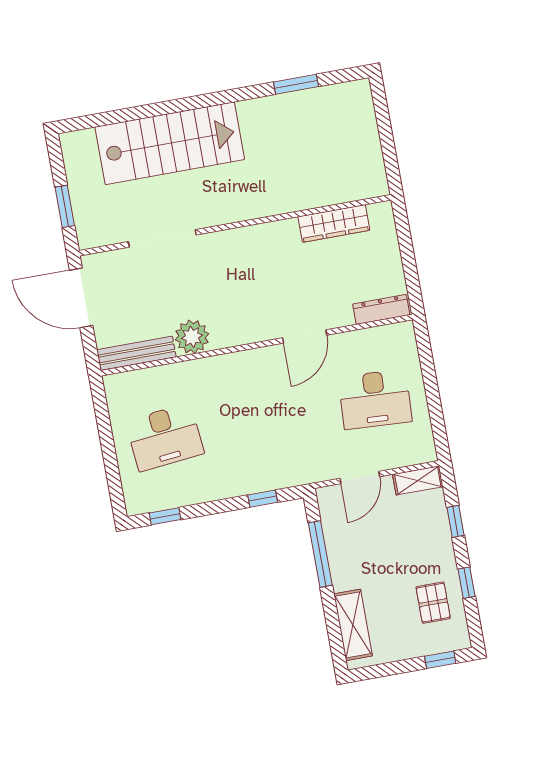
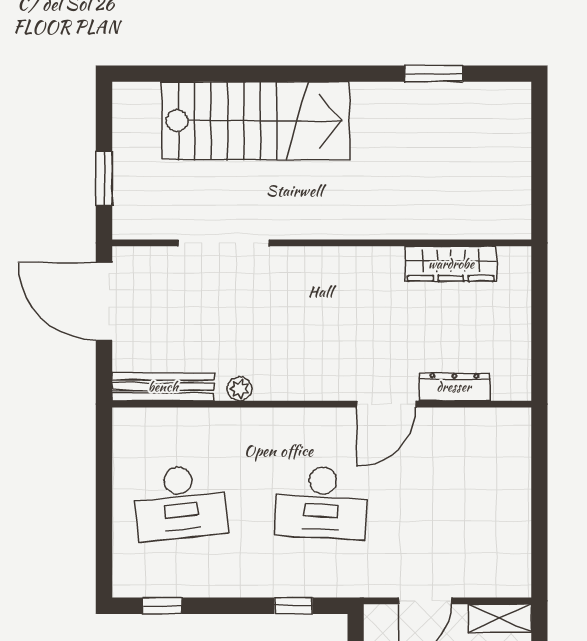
dresser: (381, 309) -> (454, 387), moved
plant: (192, 337) -> (239, 389), width x0.53, depth x0.53
desk: (375, 399) -> (322, 502), moved

